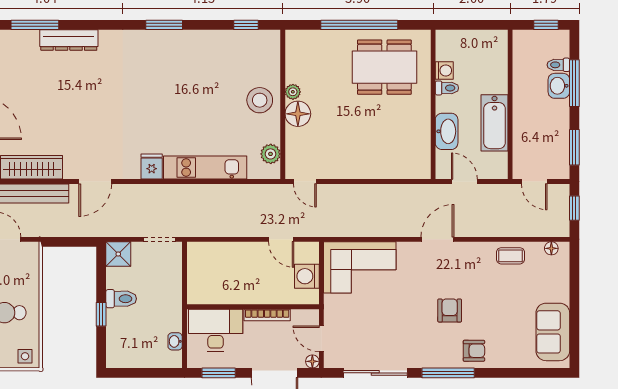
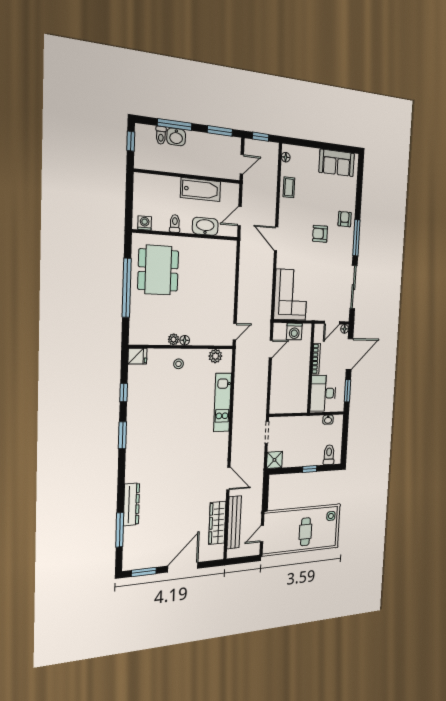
window: (246, 25) -> (124, 393), moved
washing machine: (444, 70) -> (145, 223), moved
stool: (260, 100) -> (179, 364), width x0.53, depth x0.53
floor lamp: (298, 114) -> (185, 340), width x0.53, depth x0.53
fridge: (152, 167) -> (138, 356), moved, turned 180
toilet: (121, 299) -> (329, 455), moved

